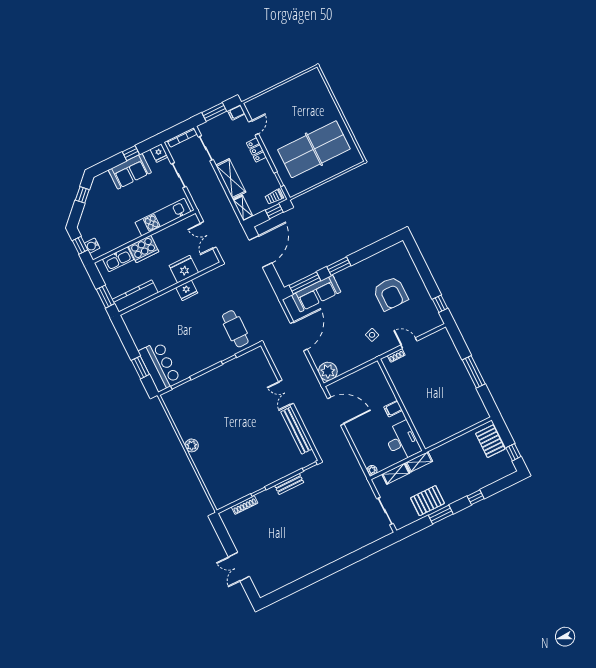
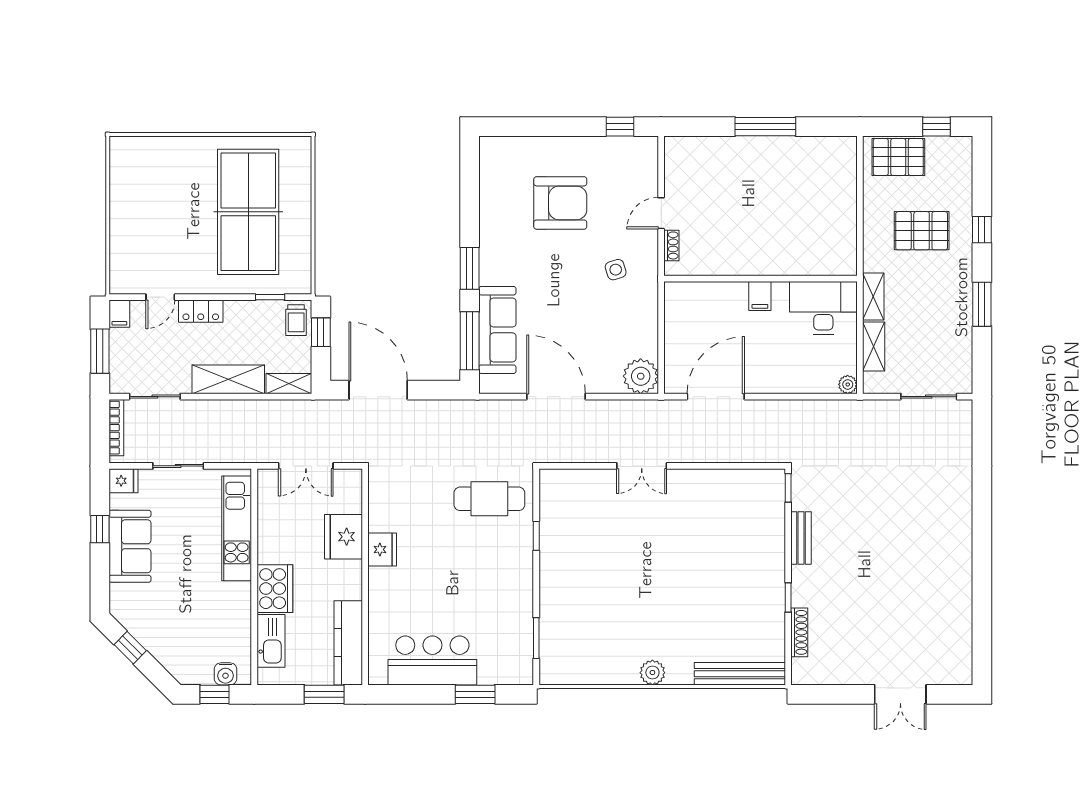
door: (254, 128) -> (160, 297), swing flipped
bar counter: (159, 366) -> (432, 660), moved
bench: (296, 430) -> (740, 674), moved
pallet: (427, 501) -> (922, 231), moved, turned 90

